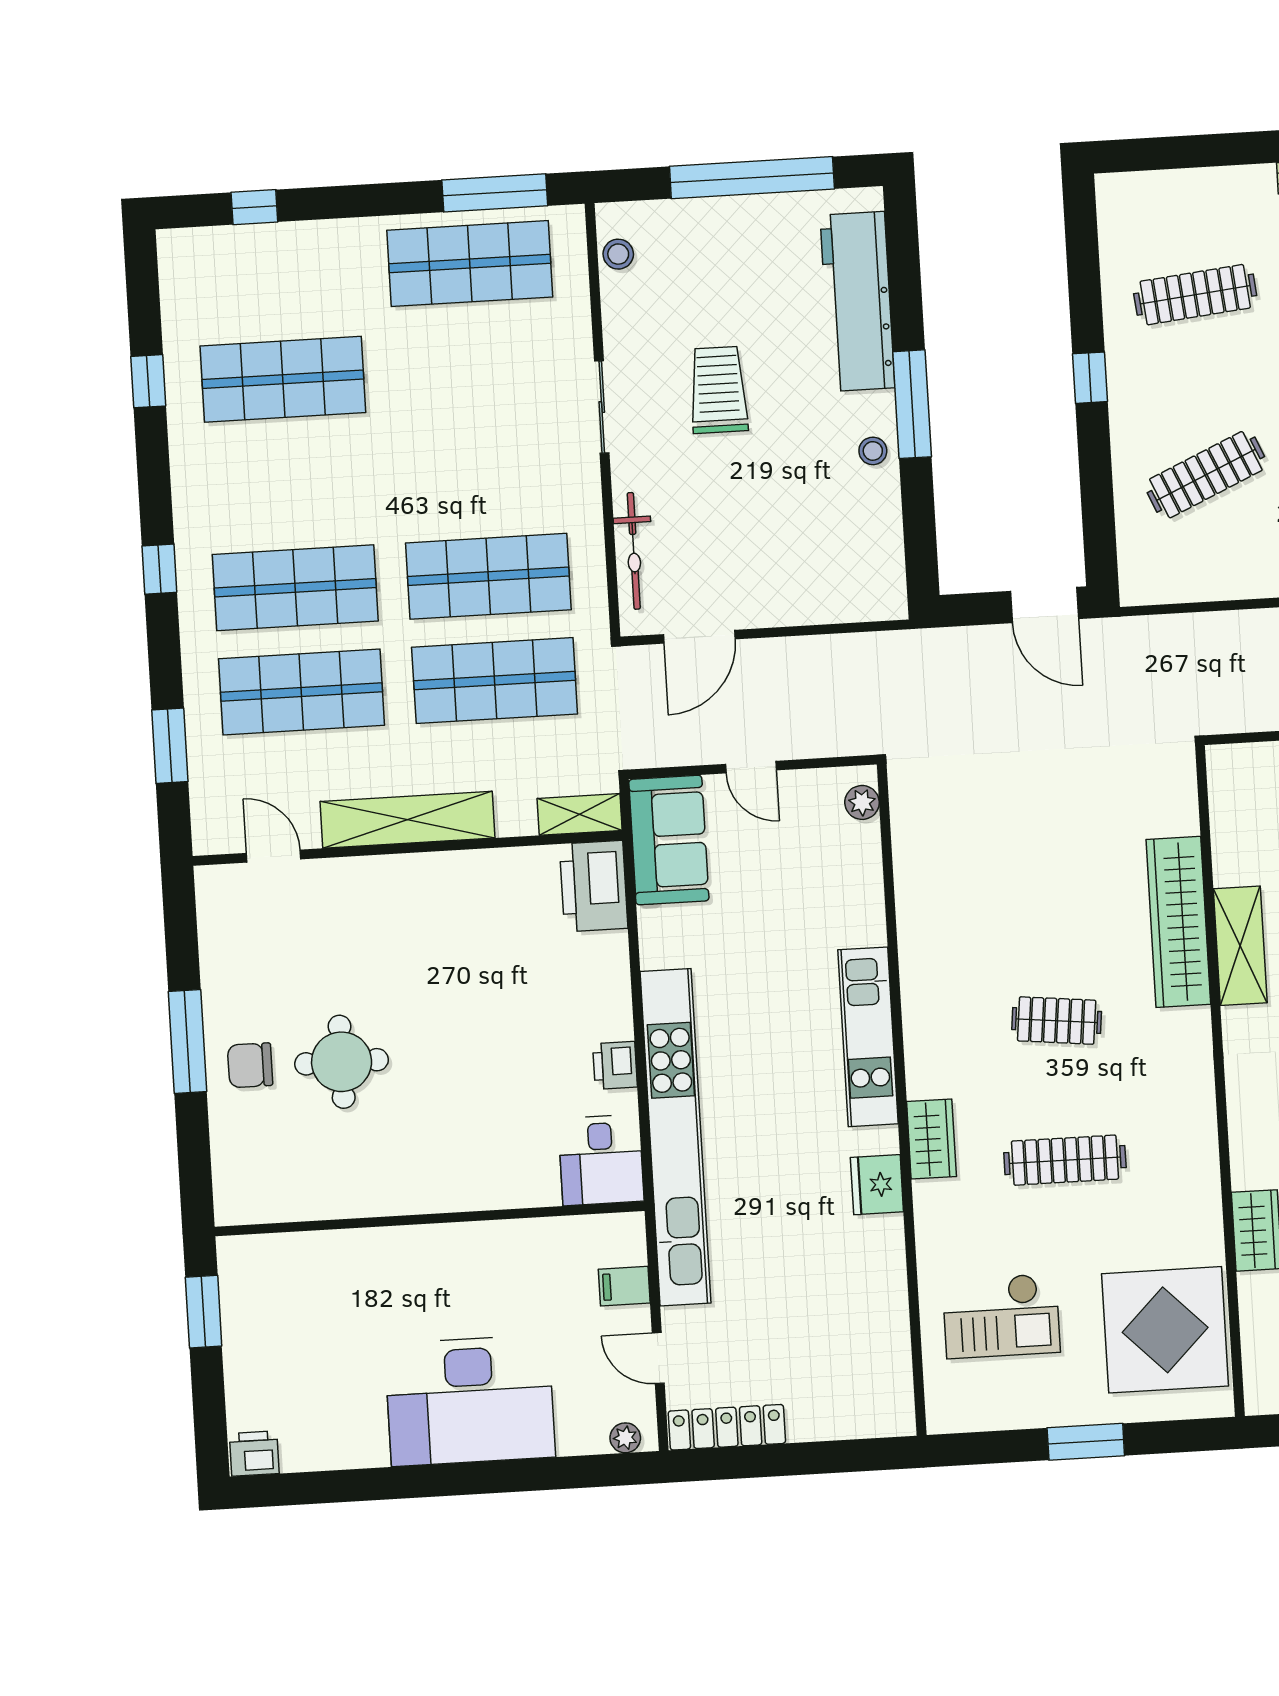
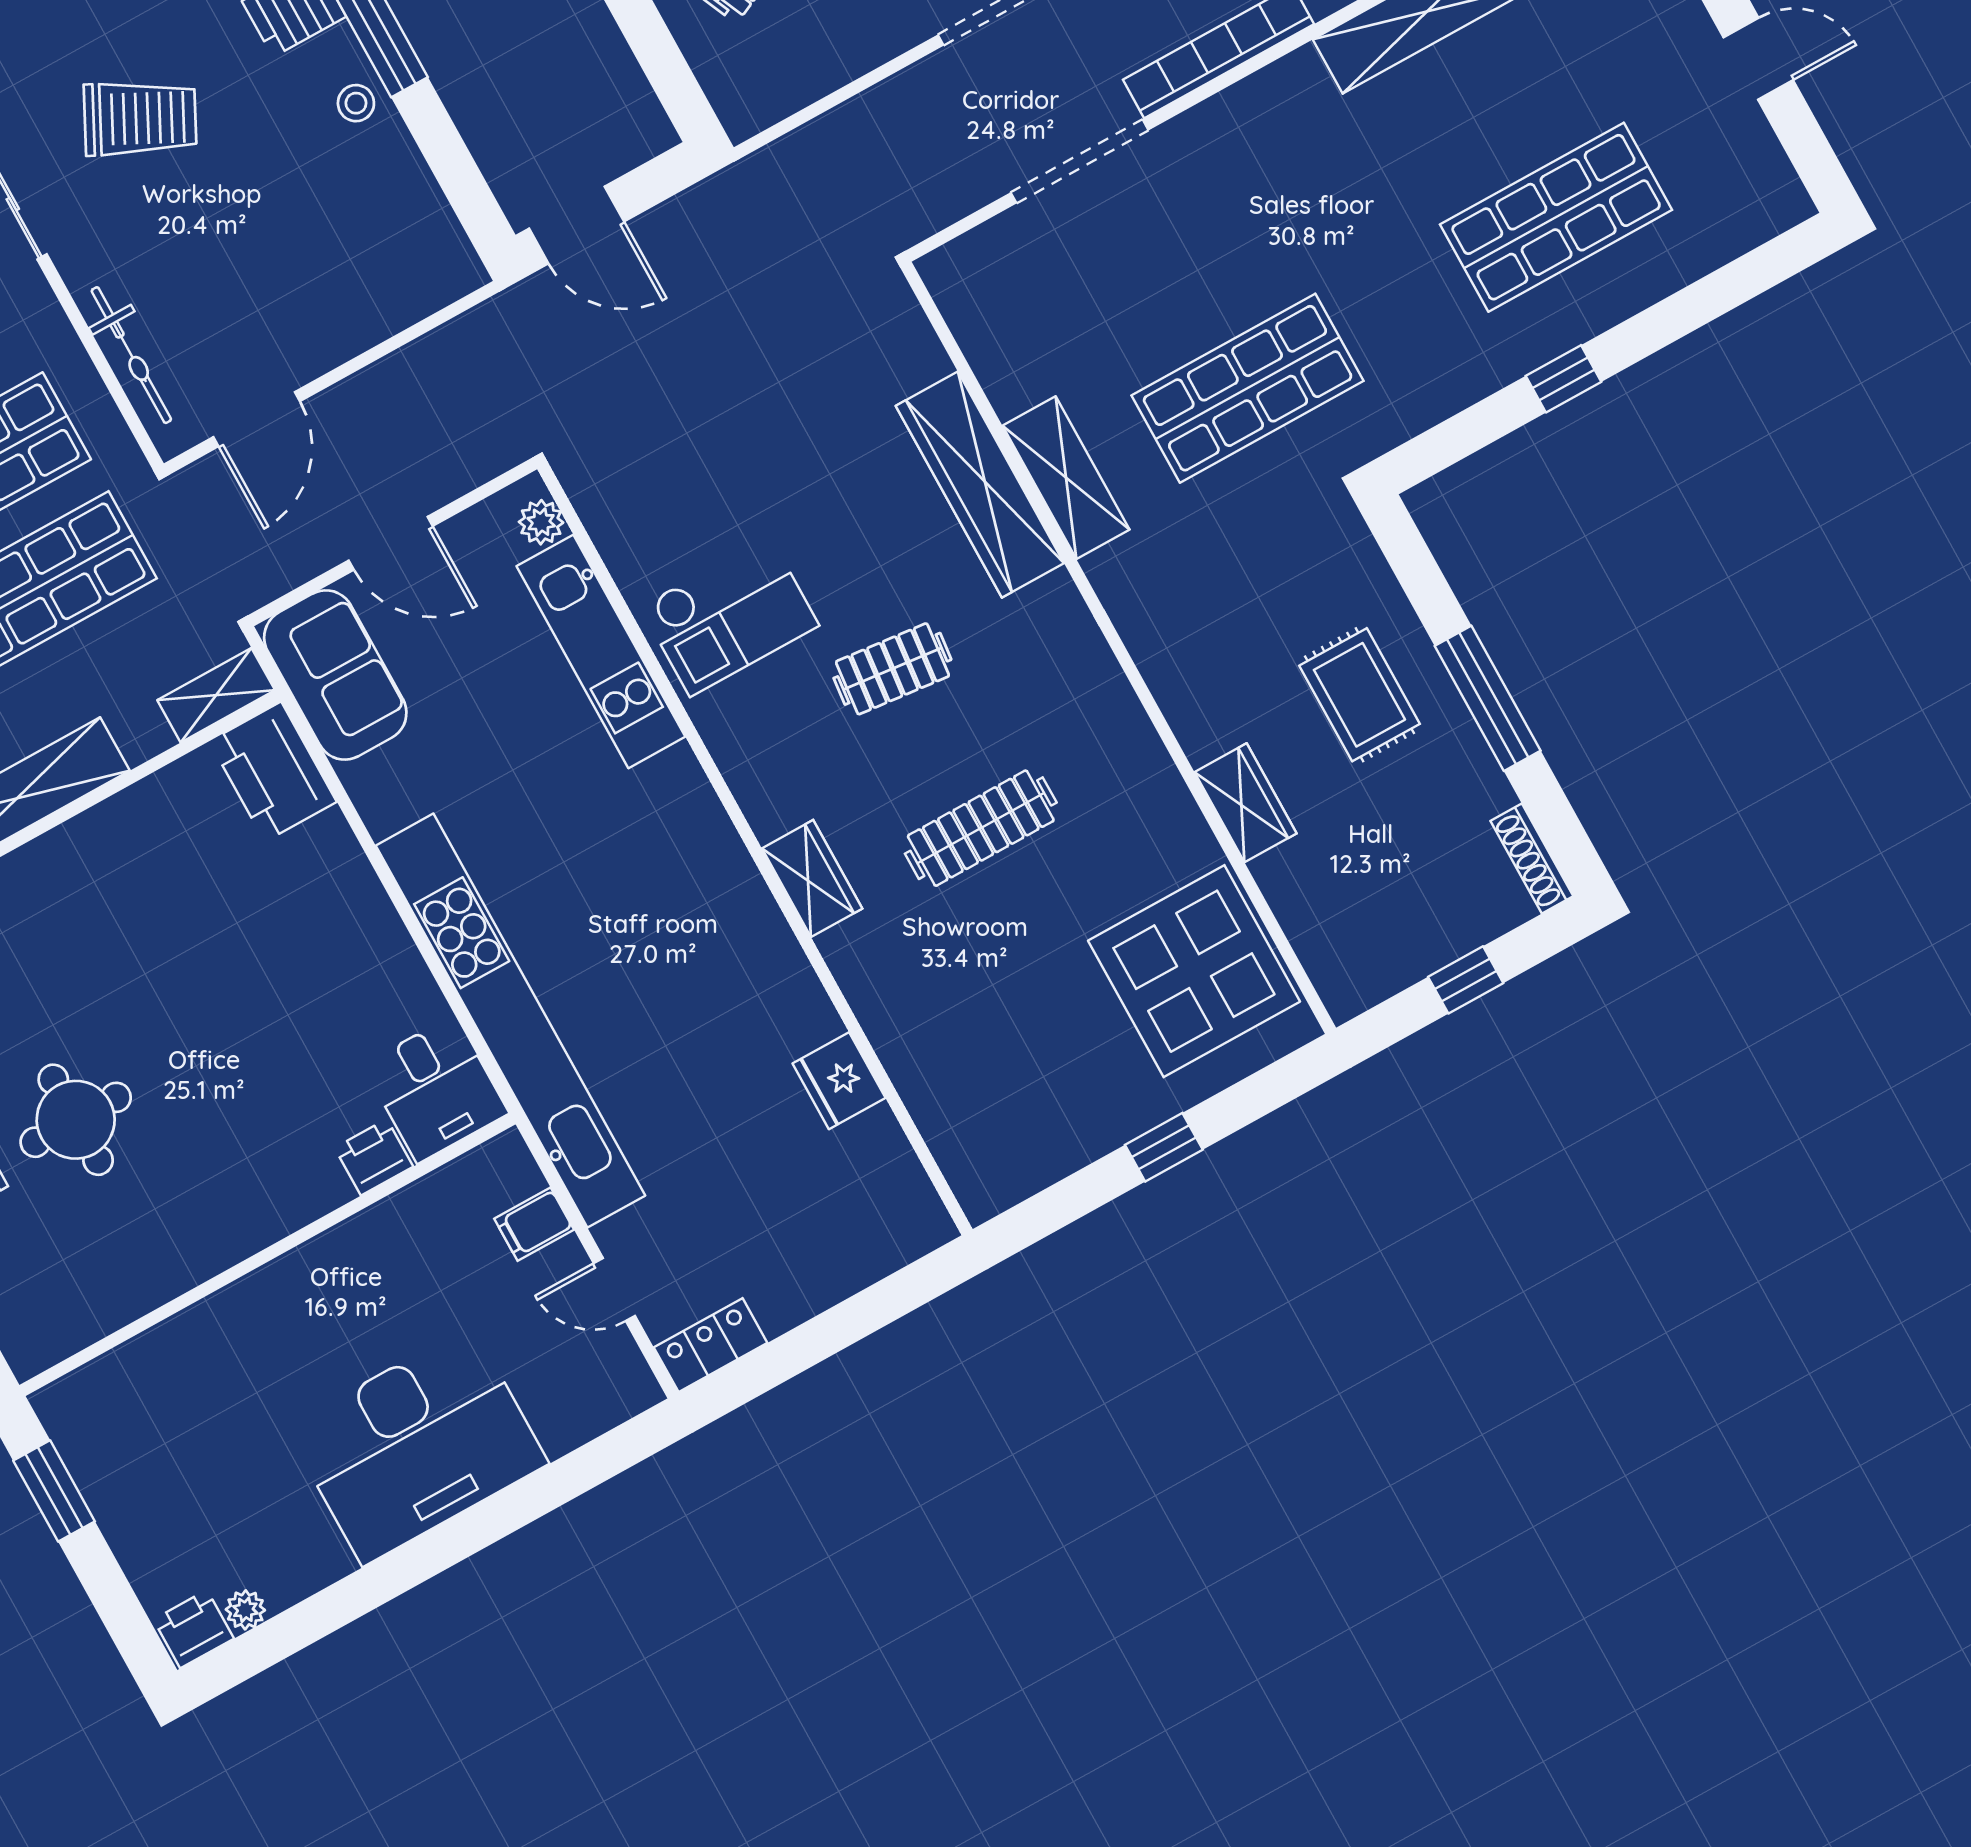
trolley: (718, 390) -> (140, 118), turned 117
door: (1045, 605) -> (577, 225), moved
door: (751, 767) -> (391, 543), width x1.38
kitchen unit: (868, 1037) -> (601, 651), moved
printer: (615, 1065) -> (374, 1157), moved, turned 90
fridge: (877, 1185) -> (839, 1081), moved
checkout: (1001, 1316) -> (730, 616), moved
locker: (727, 1427) -> (711, 1345), width x0.66
plant: (625, 1438) -> (245, 1610), moved
window: (1086, 1442) -> (1164, 1147), width x0.67

